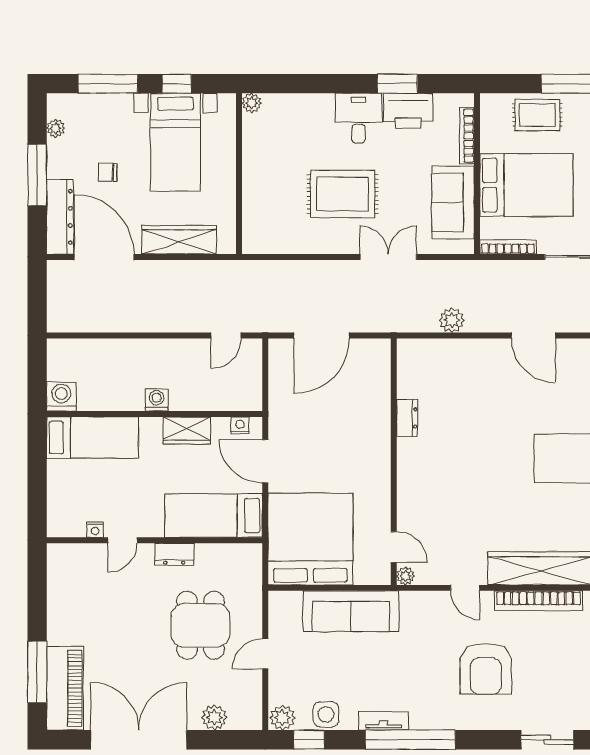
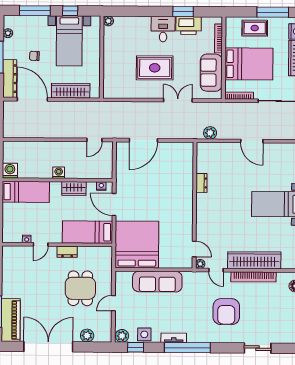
dresser: (407, 418) -> (202, 183), moved
wall: (394, 462) -> (195, 205), moved
door: (394, 547) -> (194, 249), moved
plant: (406, 576) -> (200, 264), moved

